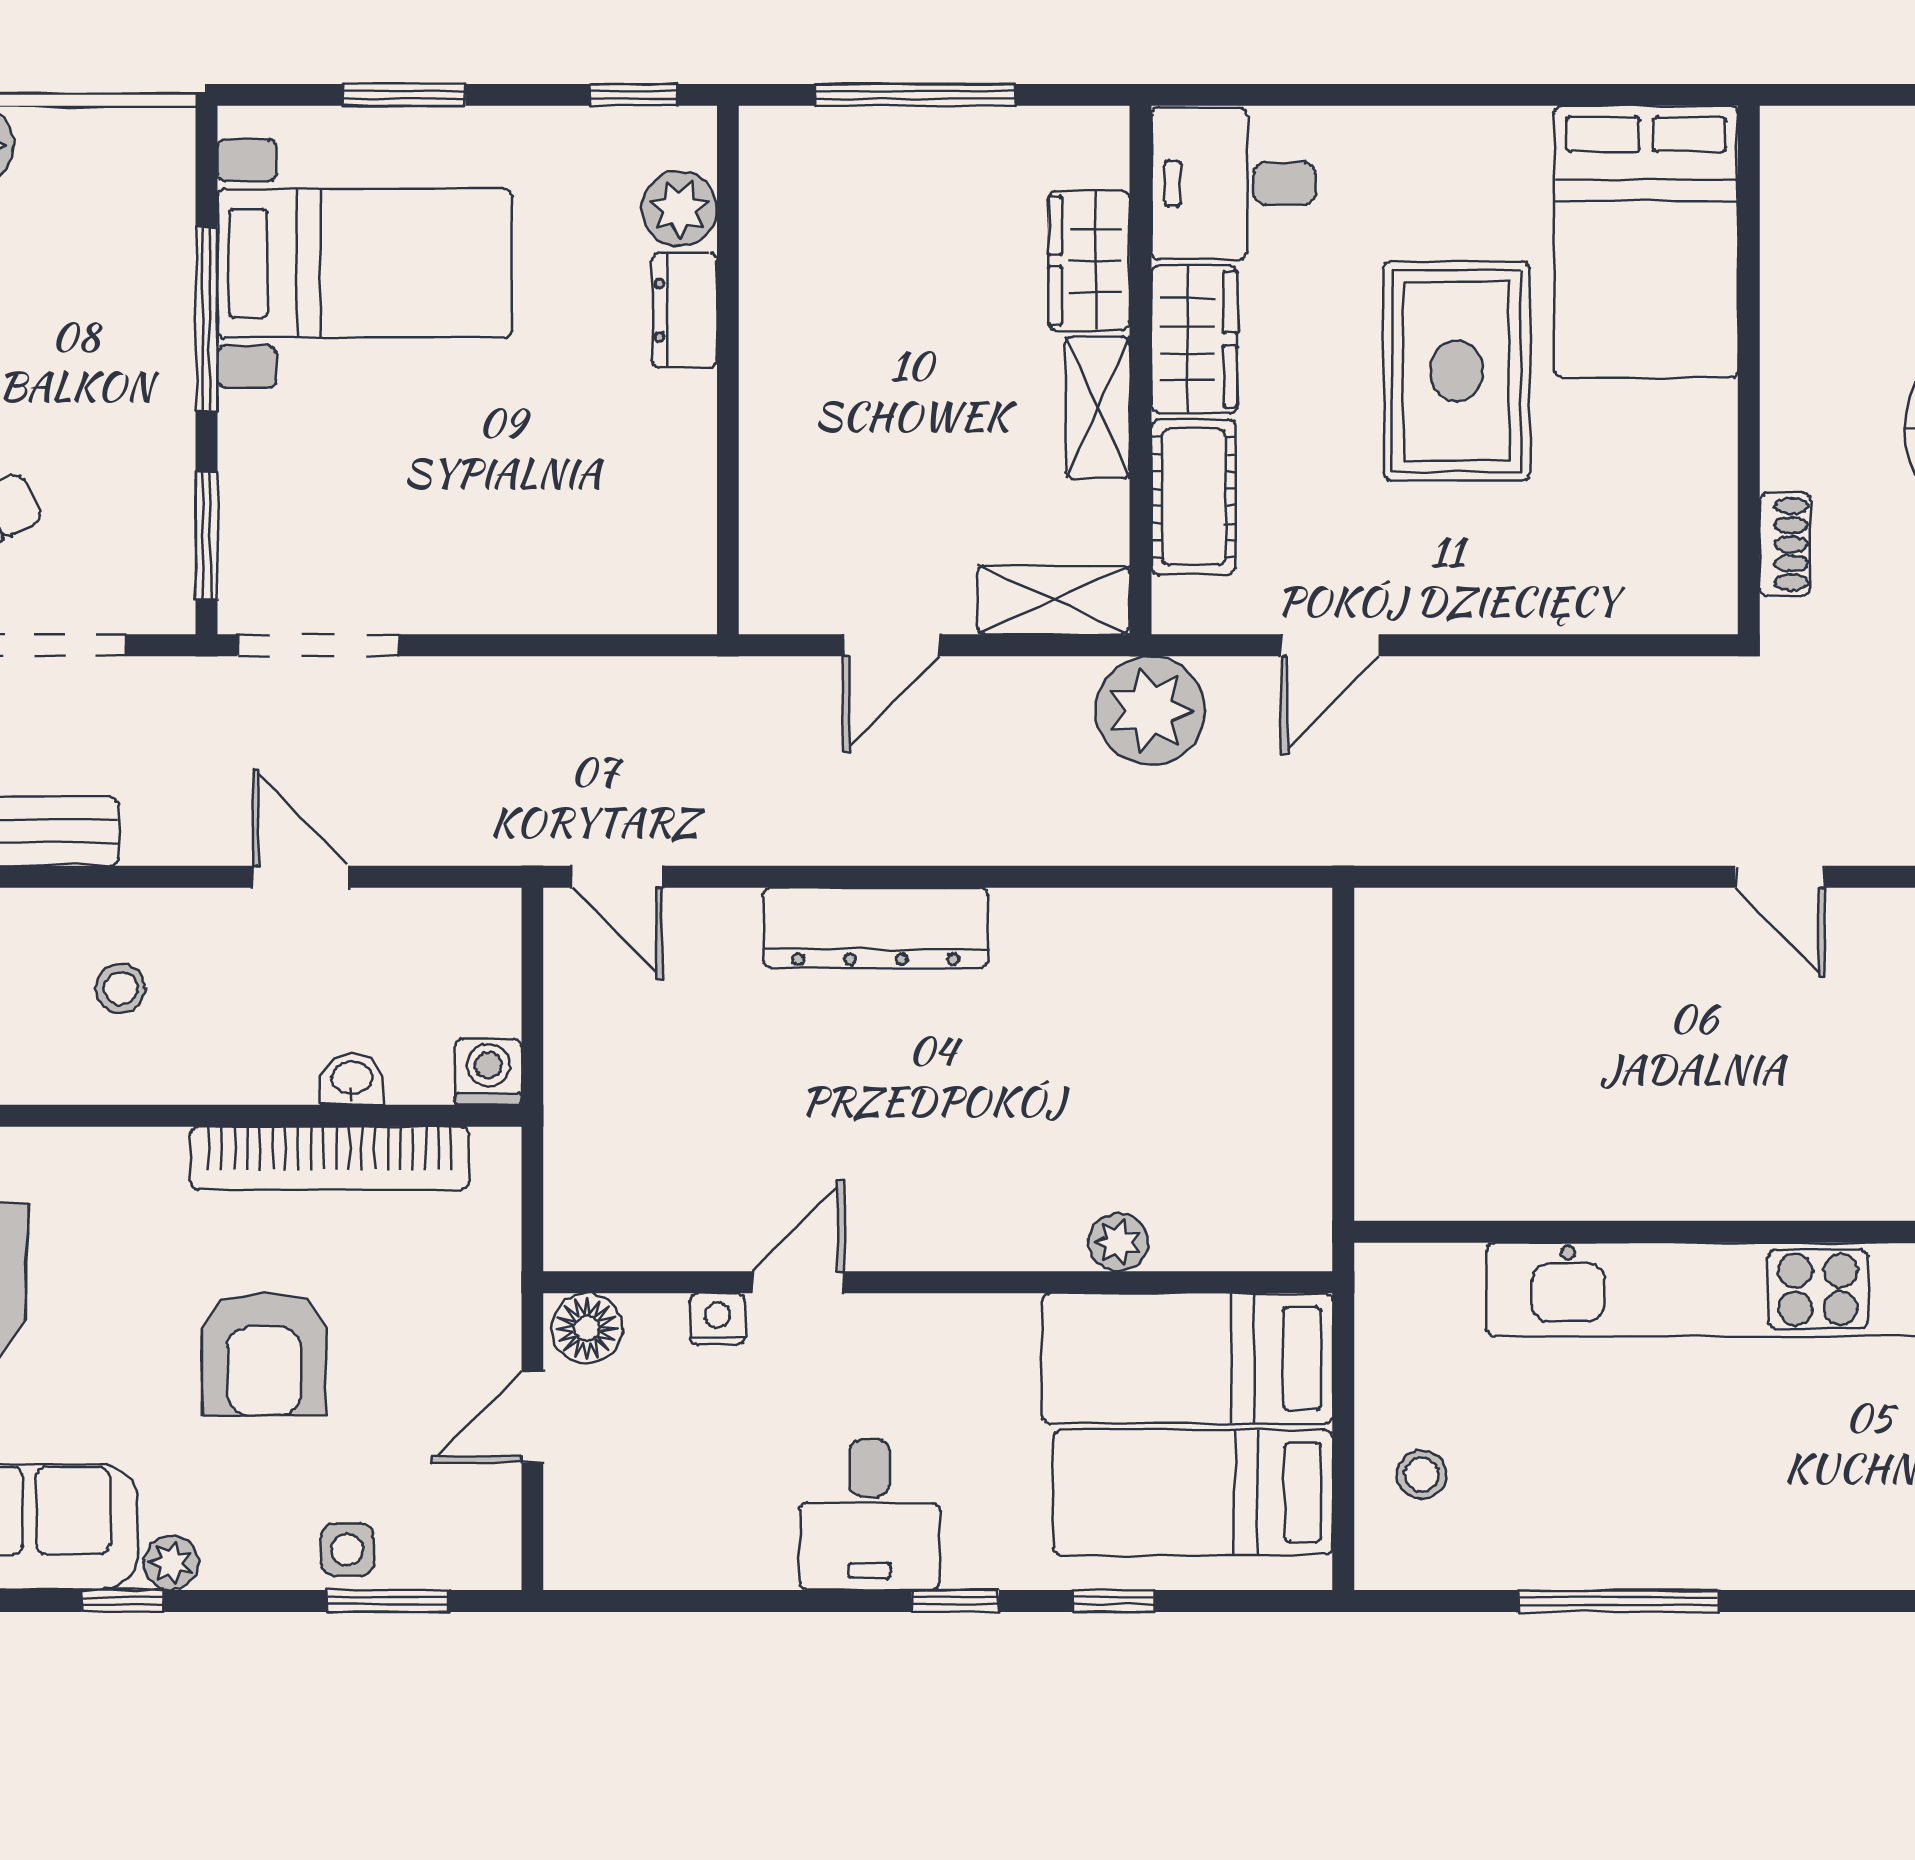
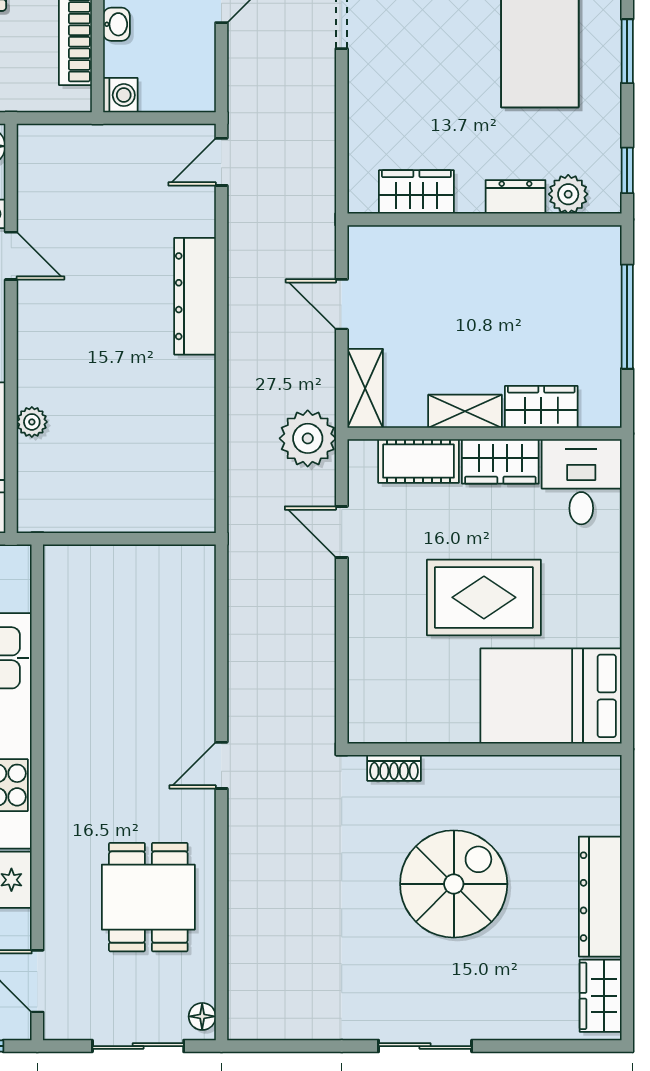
wardrobe: (675, 501) -> (416, 192), added

